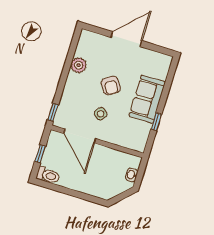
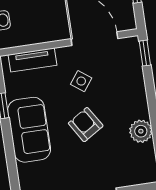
tv unit: (124, 141) -> (32, 60), added

